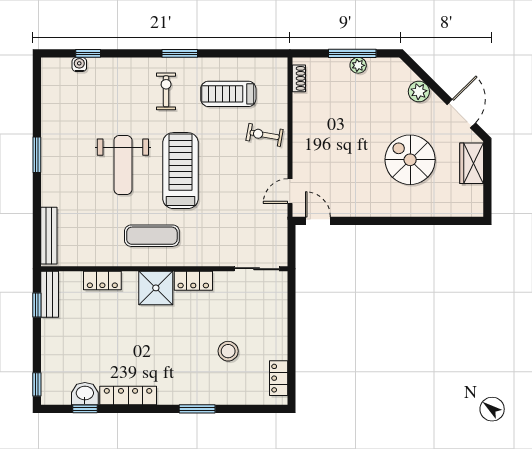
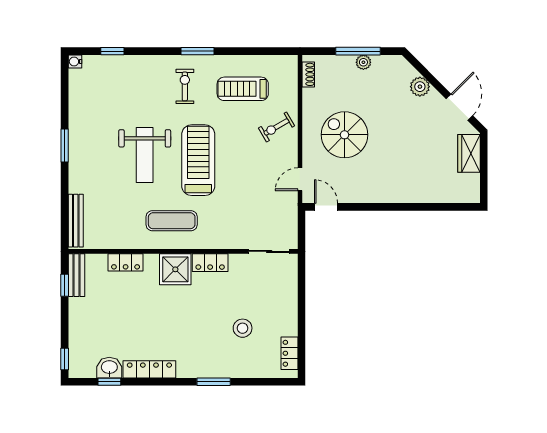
water cooler: (79, 64) -> (75, 61), moved, turned -90
exercise bike: (265, 135) -> (276, 127), turned -40
spiral stairs: (410, 160) -> (344, 135), moved

